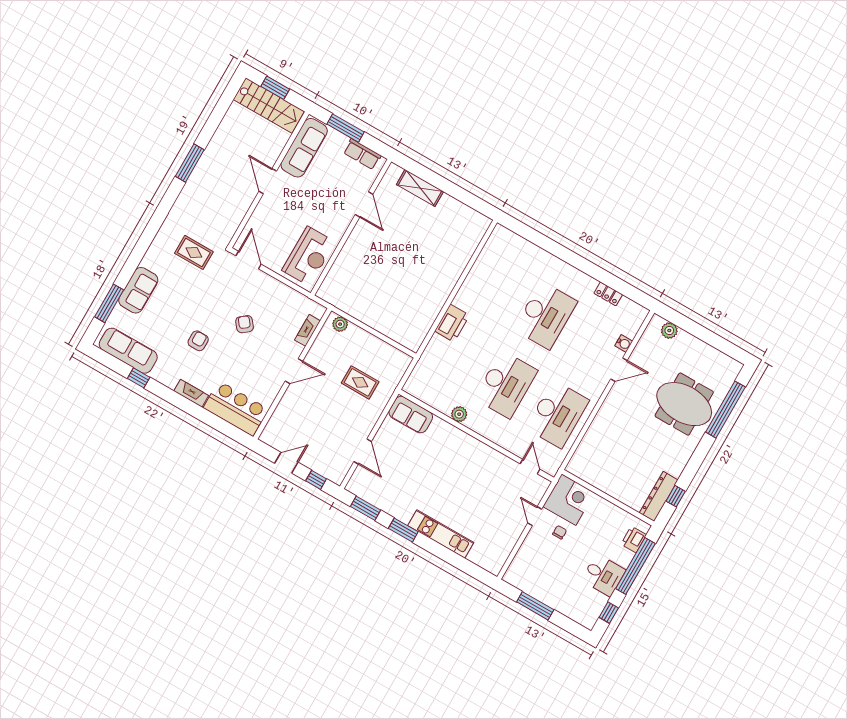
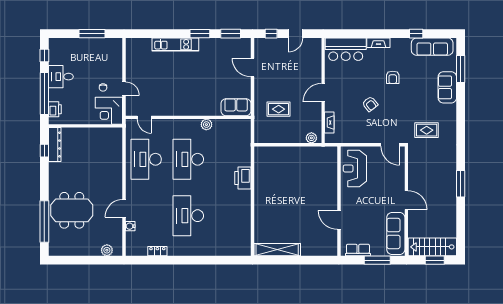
shelving: (420, 188) -> (277, 250), moved, width x1.47

